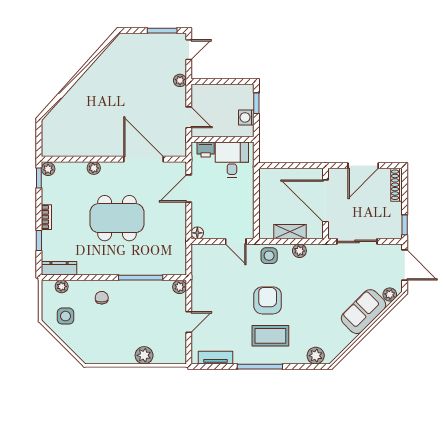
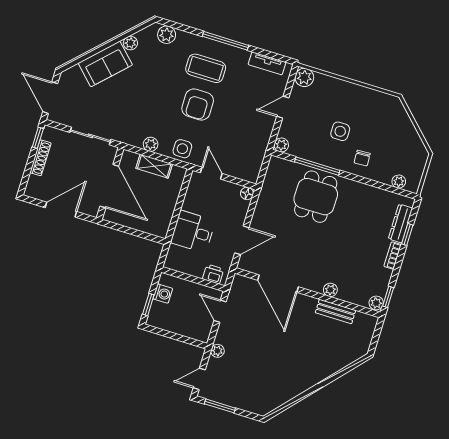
bench: (83, 150) -> (335, 312), added
desk: (232, 160) -> (193, 232), moved, turned 90
shoe rack: (396, 185) -> (41, 158), moved
dining table: (117, 218) -> (316, 197), moved, width x0.73
dresser: (59, 268) -> (400, 223), moved, turned 90
plant: (390, 294) -> (130, 43), moved
side table: (65, 316) -> (340, 131), moved
plant: (144, 355) -> (304, 77), moved

